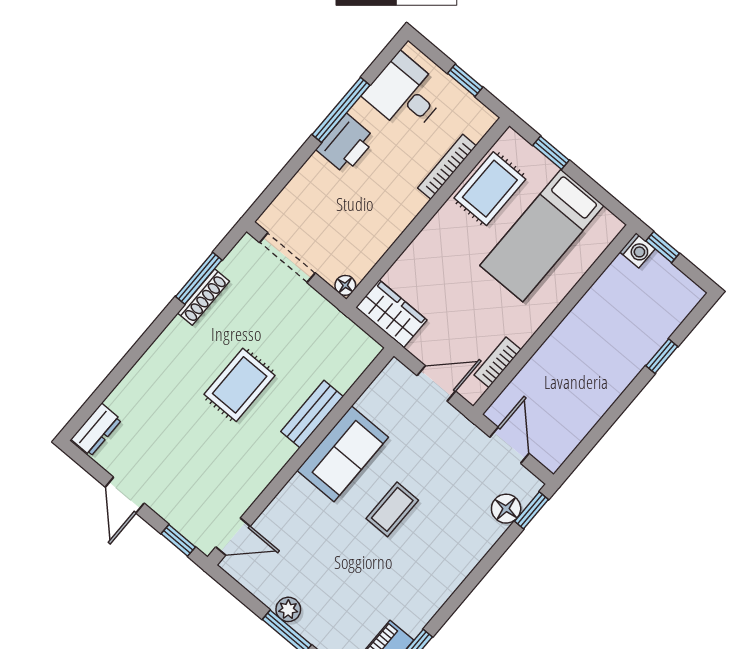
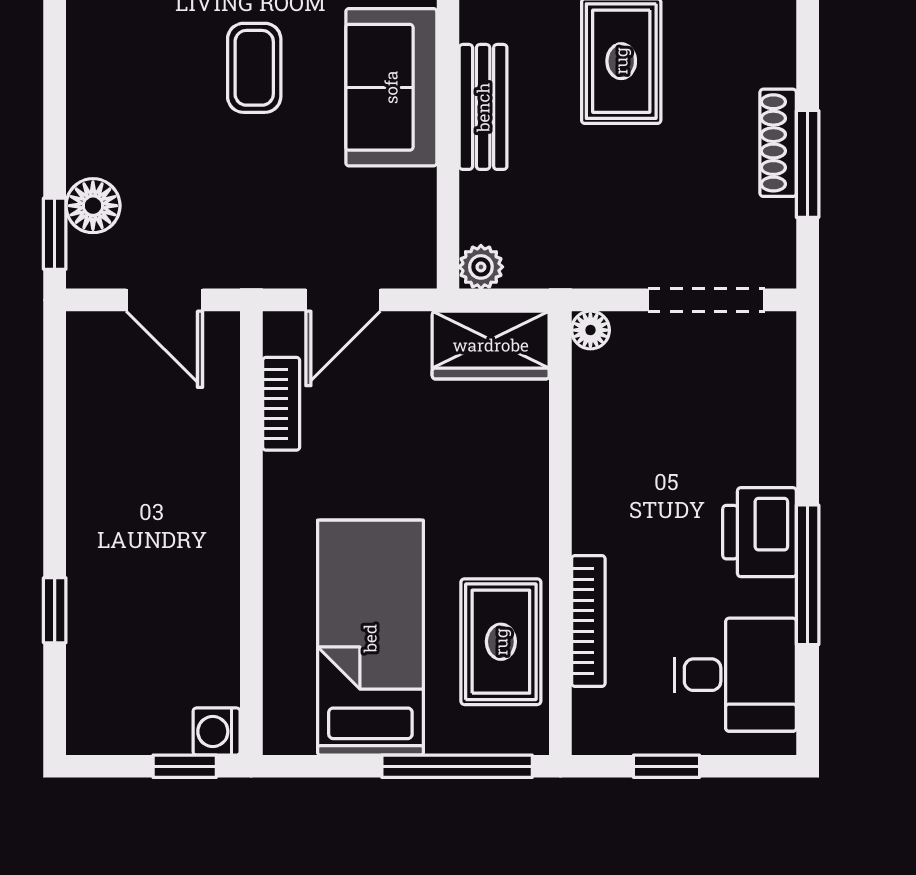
window: (551, 153) -> (457, 766), width x2.17
plant: (368, 349) -> (481, 267), added

